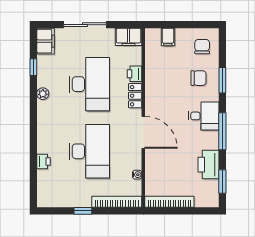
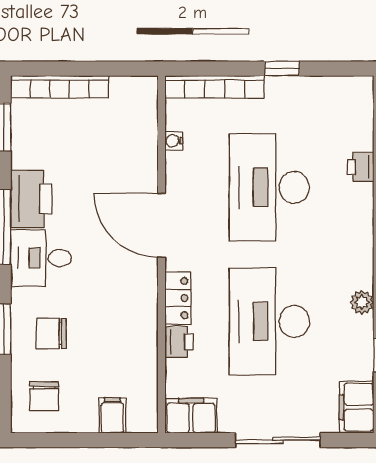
printer: (209, 165) -> (31, 199), moved
bookcase: (169, 202) -> (60, 87), moved

